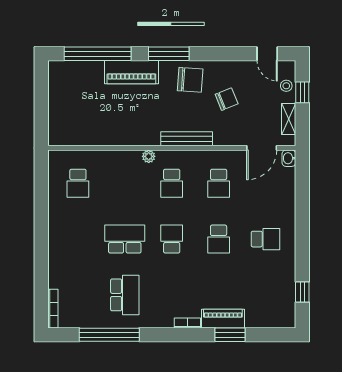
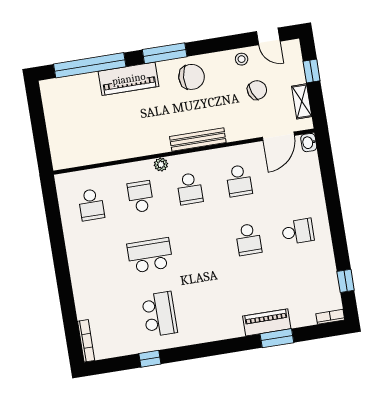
stool: (286, 86) -> (242, 59), moved
chair: (227, 99) -> (257, 90), moved
school desk: (172, 239) -> (140, 197), moved
bookcase: (187, 323) -> (330, 317), moved
window: (109, 335) -> (150, 359), width x0.32

